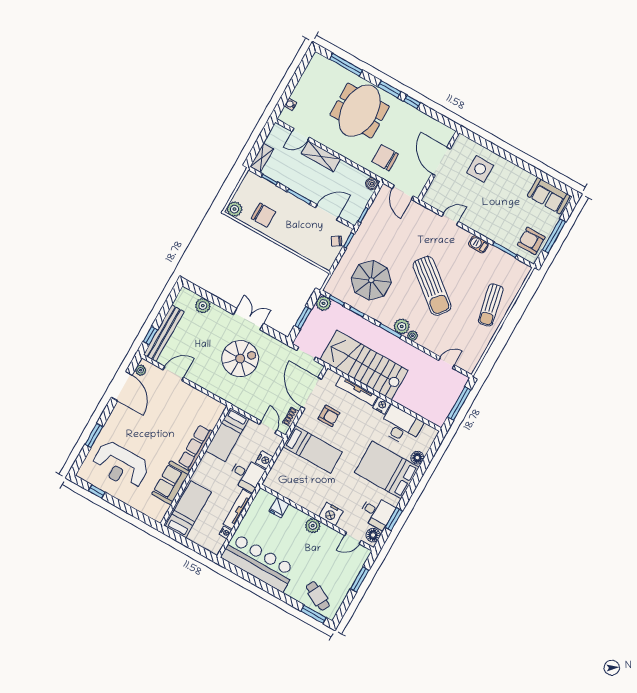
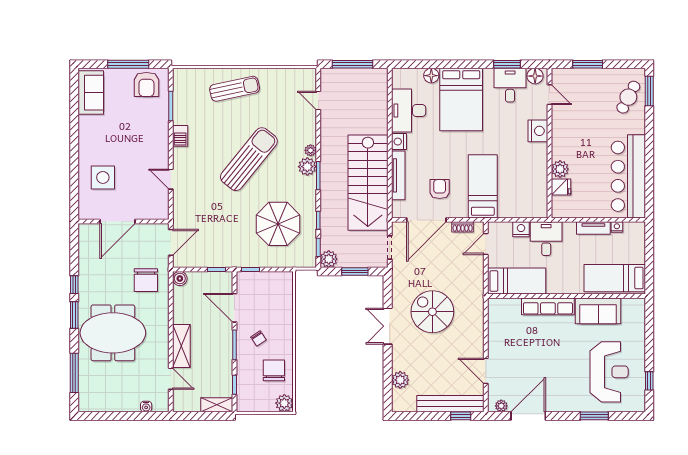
chair: (337, 241) -> (259, 338), moved
tv unit: (238, 509) -> (593, 228), width x0.71
plant: (313, 526) -> (560, 169), moved

